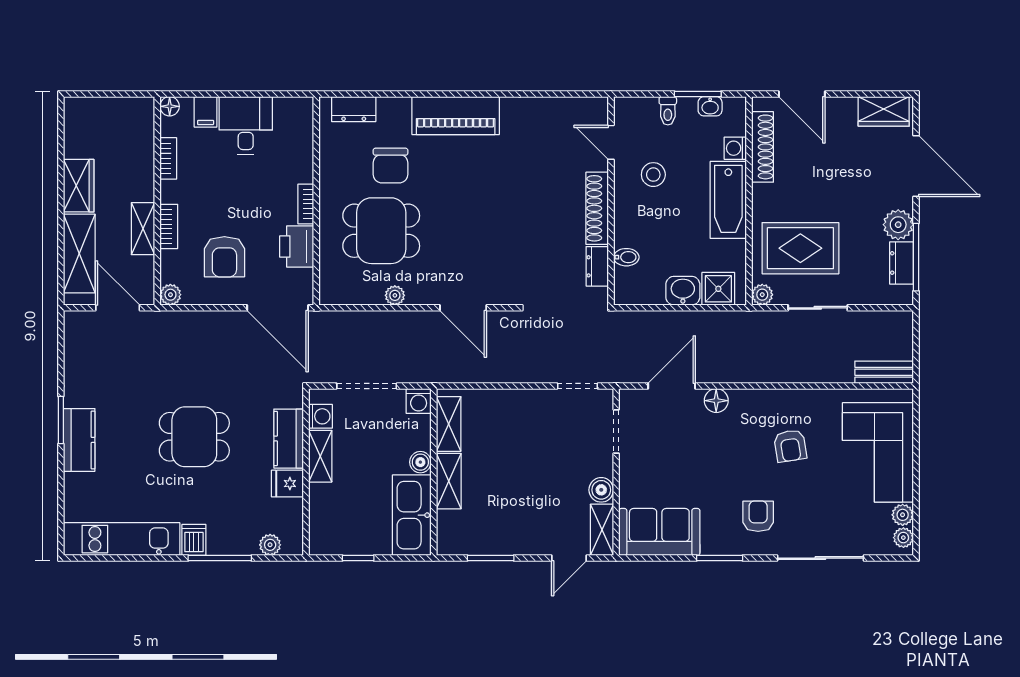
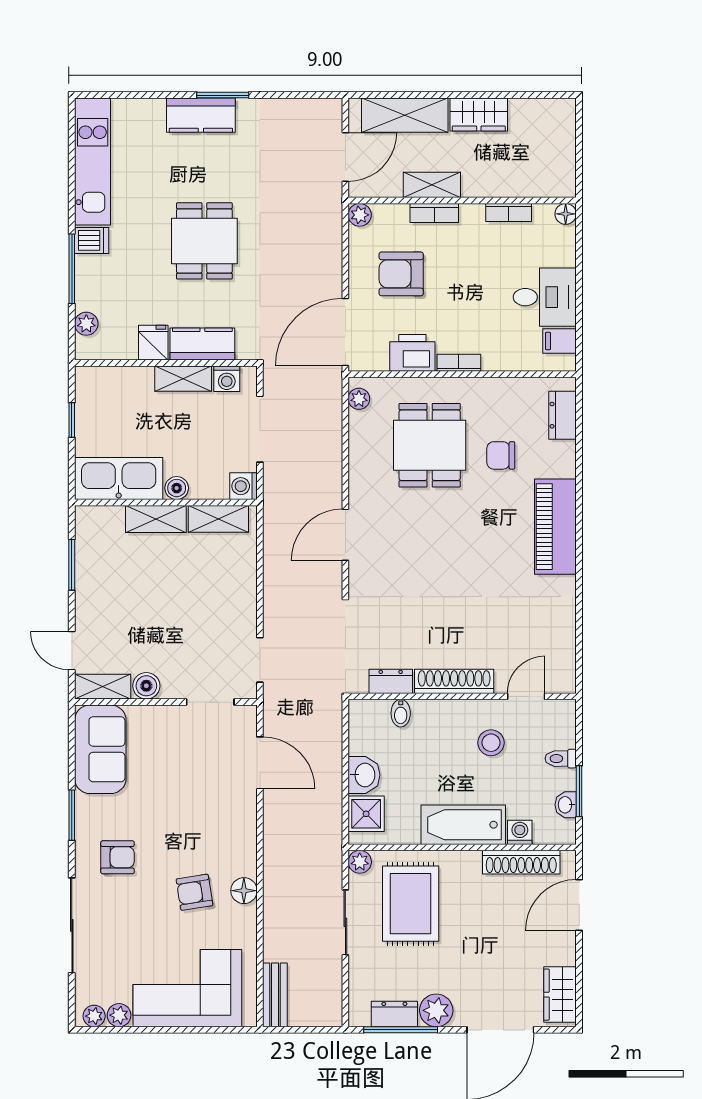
filing cabinet: (206, 112) -> (560, 341), moved
chair: (391, 166) -> (501, 455), width x0.73, depth x0.73
plant: (395, 295) -> (359, 399), moved
floor lamp: (716, 401) -> (244, 891), moved

